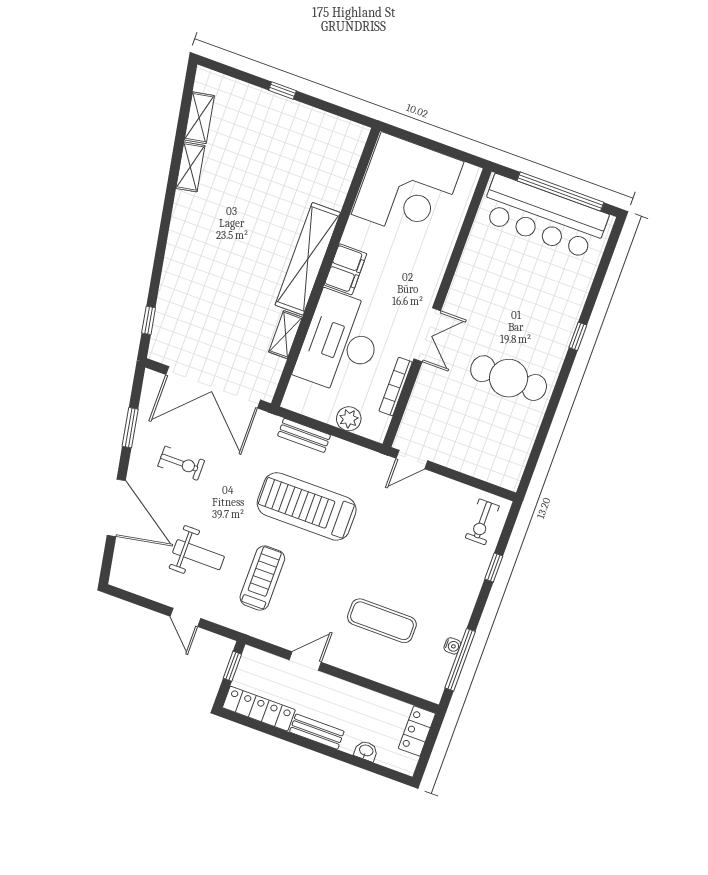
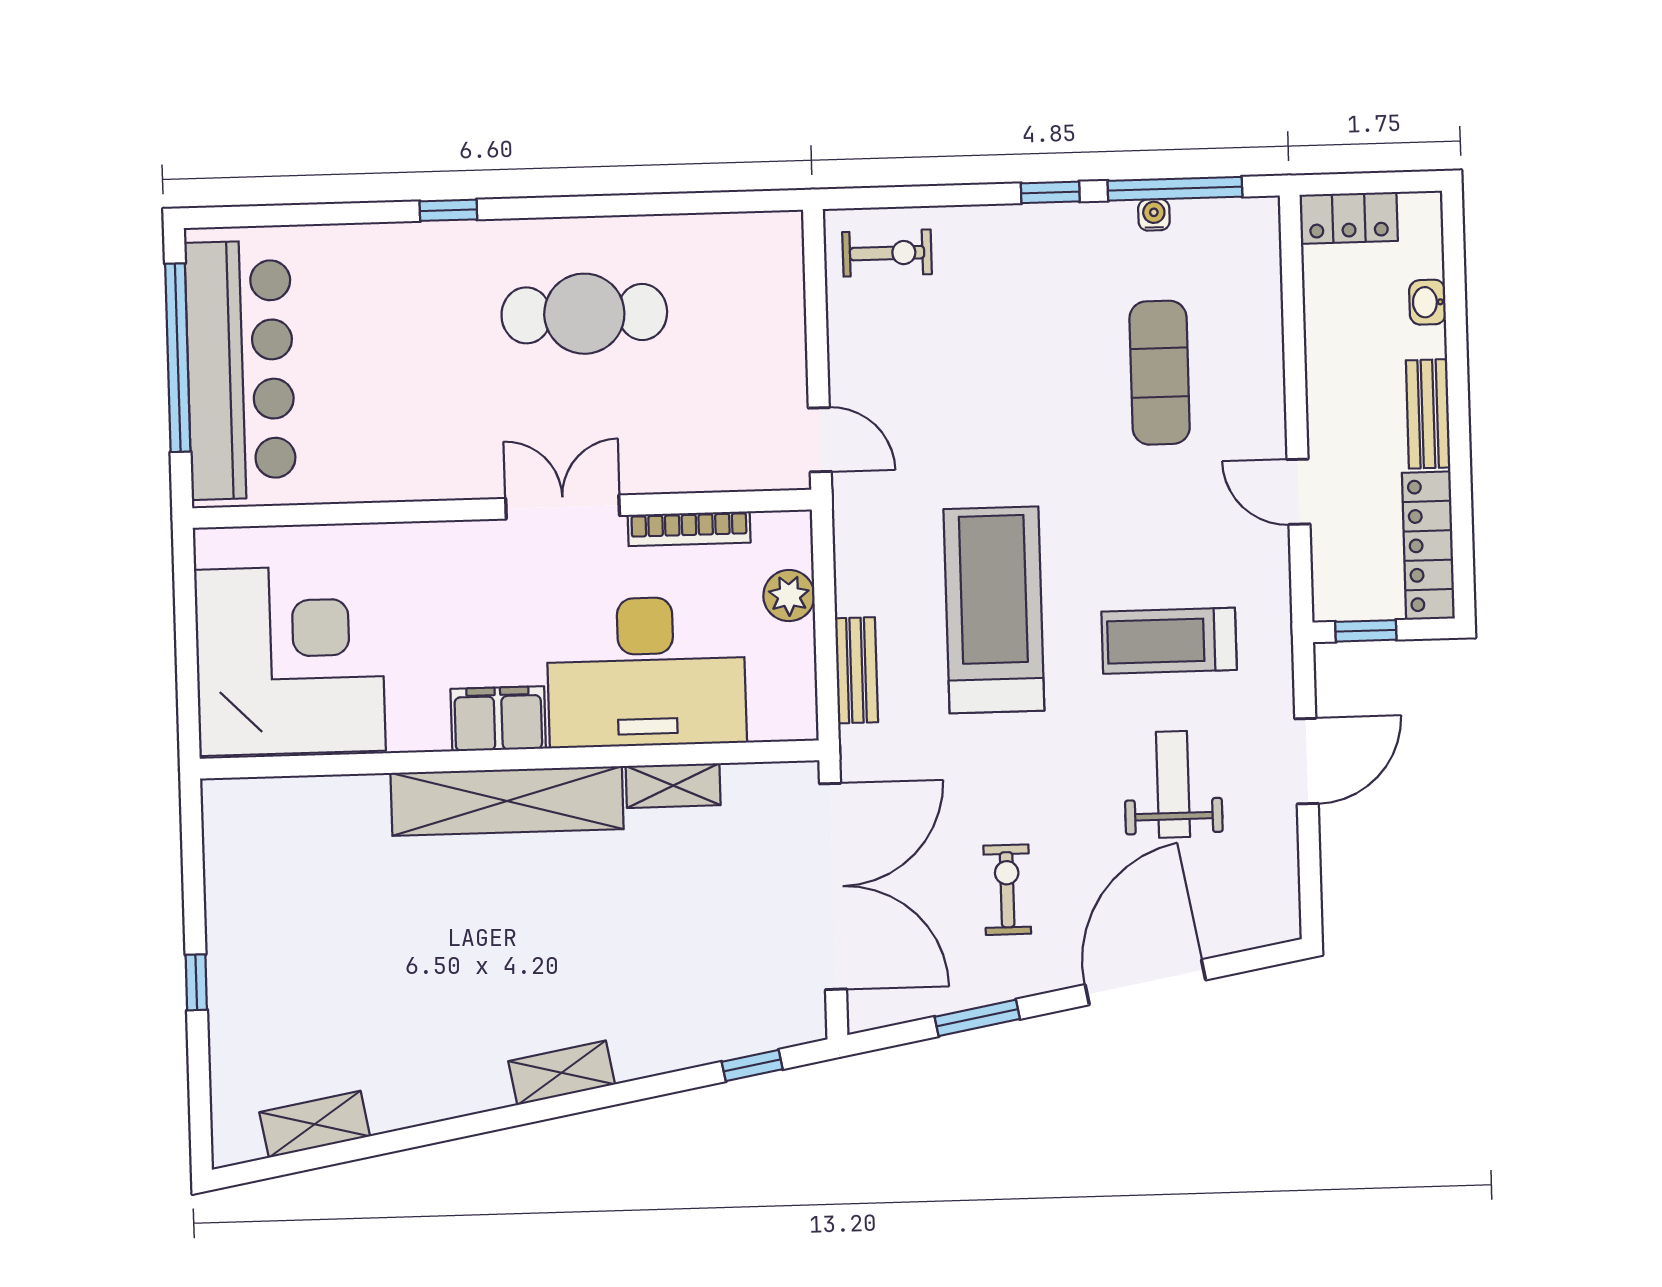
shelving: (190, 167) -> (562, 1073), moved
cafe table: (509, 378) -> (584, 314), turned 90
treadmill: (307, 506) -> (994, 610), turned 180
window: (494, 568) -> (1050, 192), moved
door: (185, 617) -> (1307, 761), width x1.37

